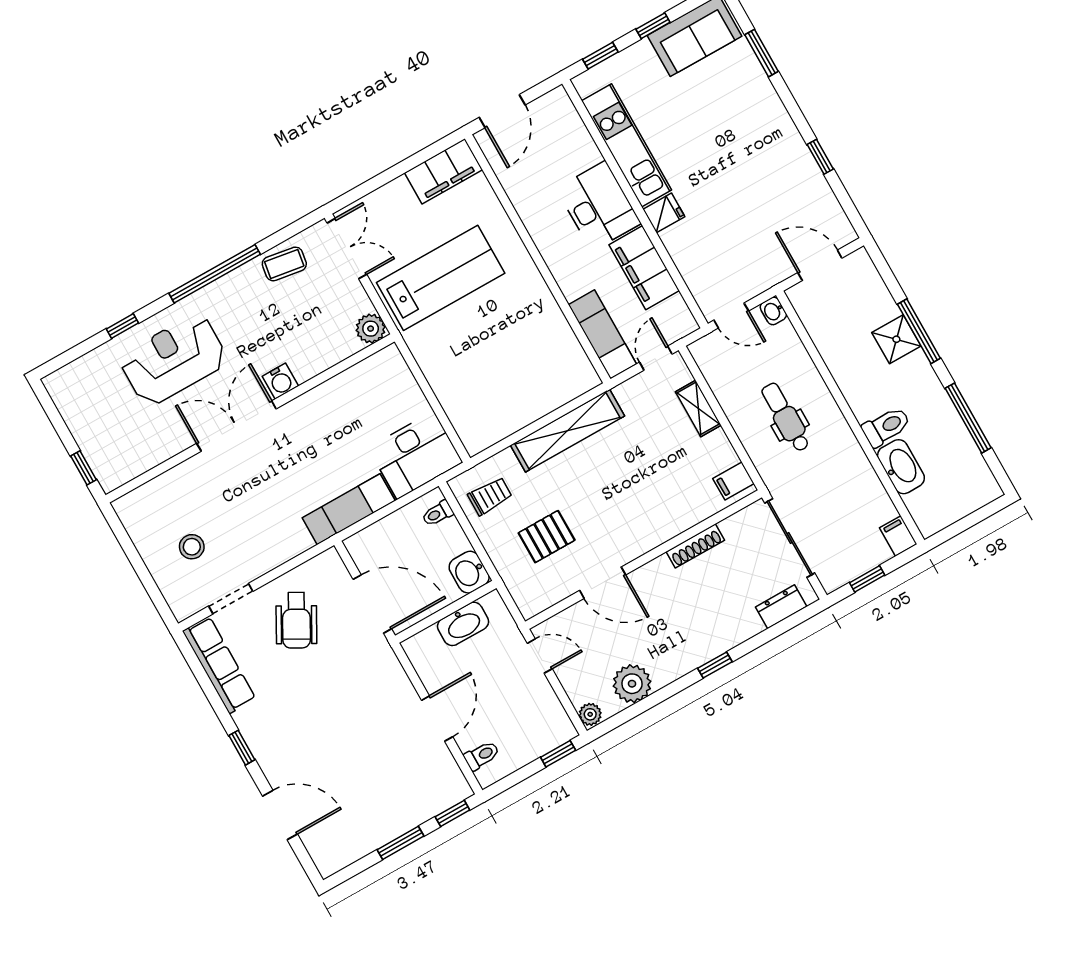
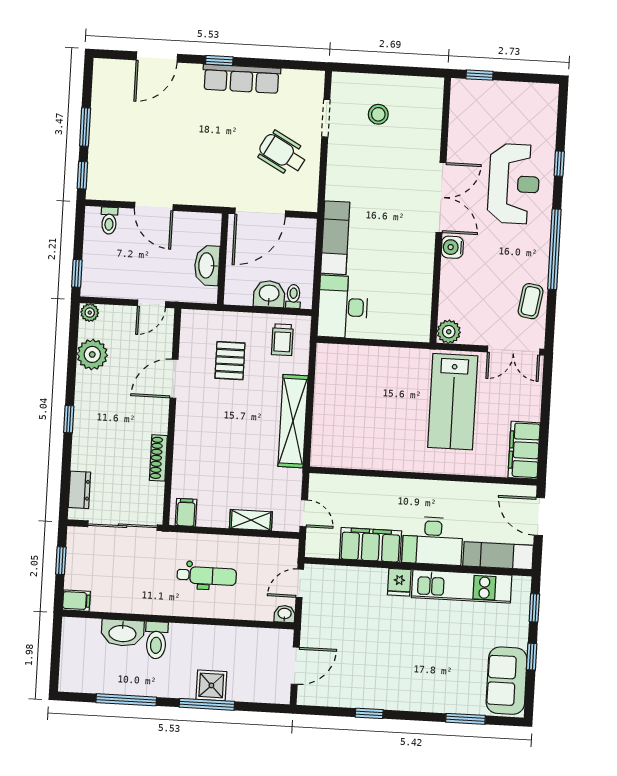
exam couch: (602, 334) -> (498, 556), moved, turned 180
washbasin: (469, 572) -> (269, 294), moved
row of seats: (219, 665) -> (242, 79), moved

